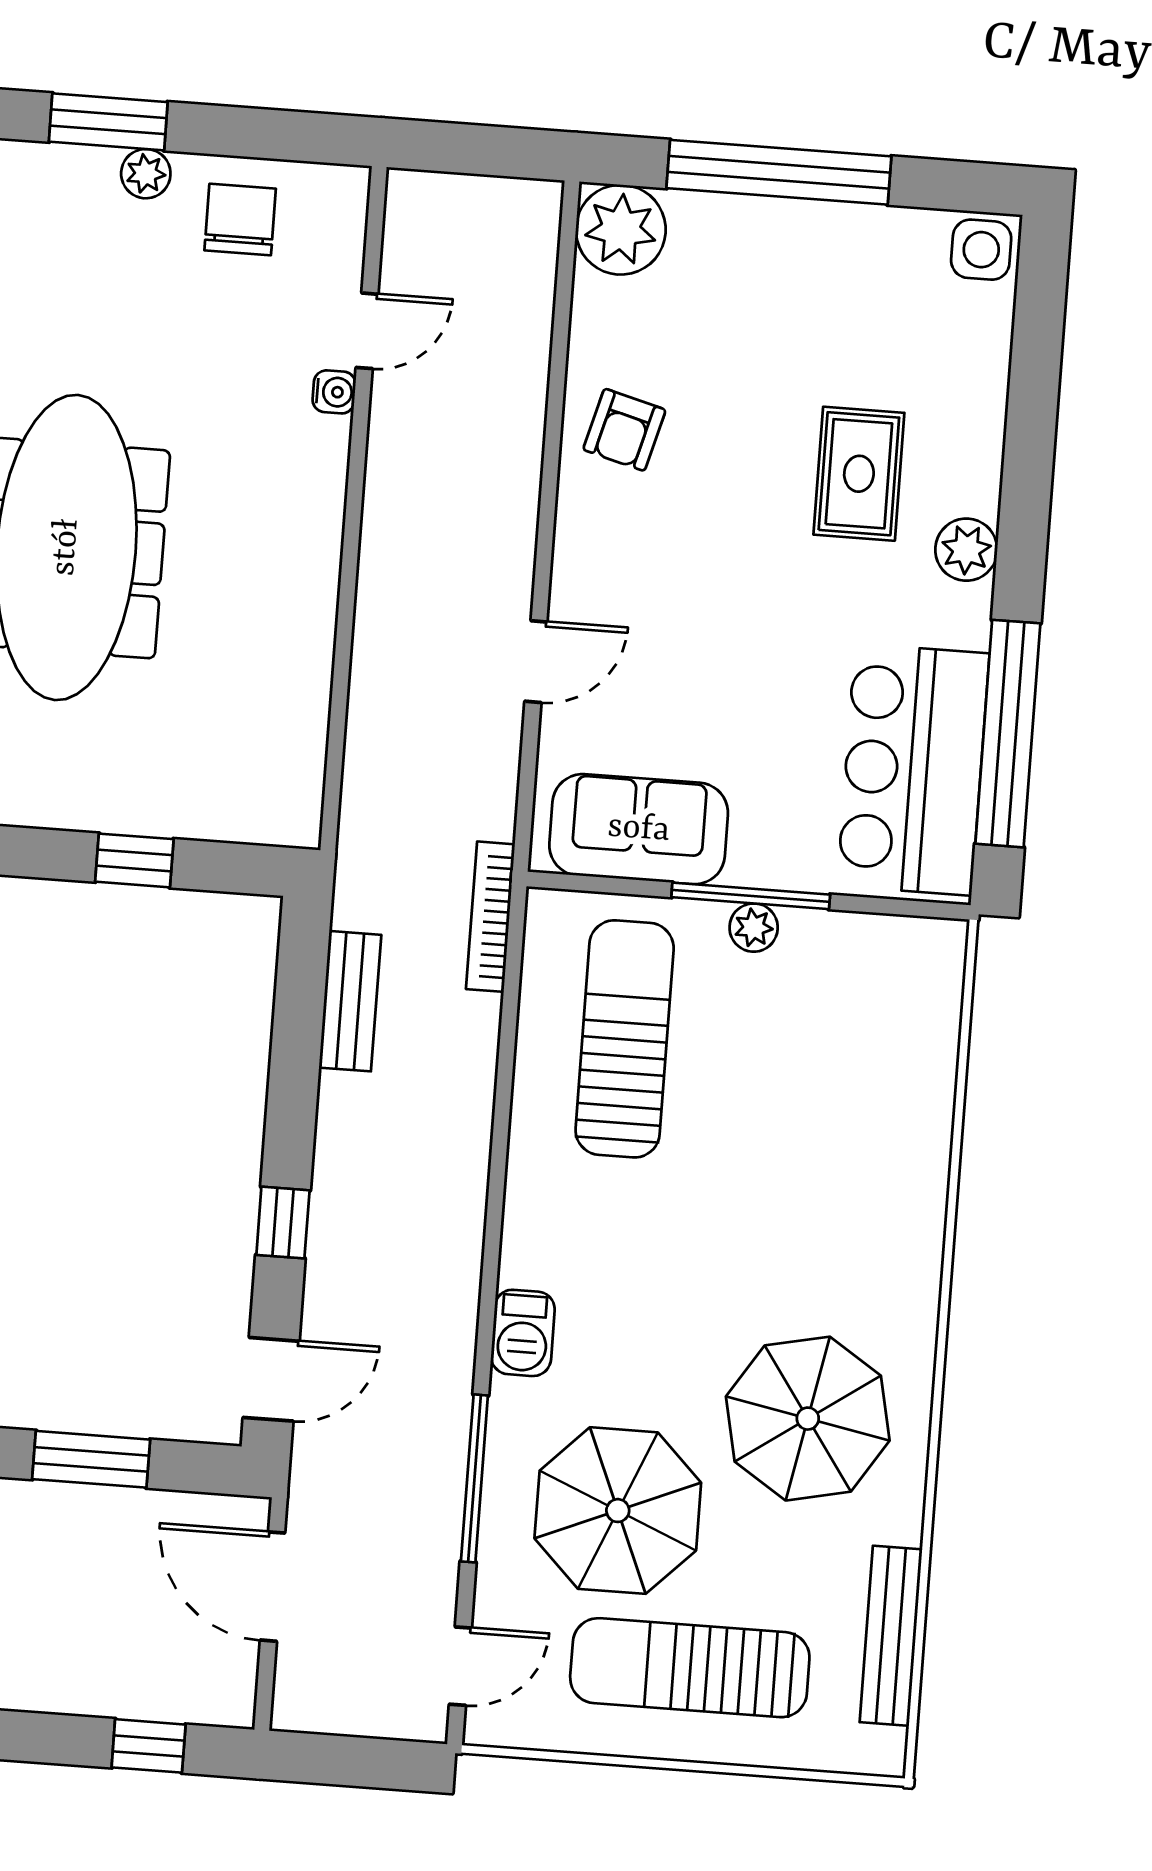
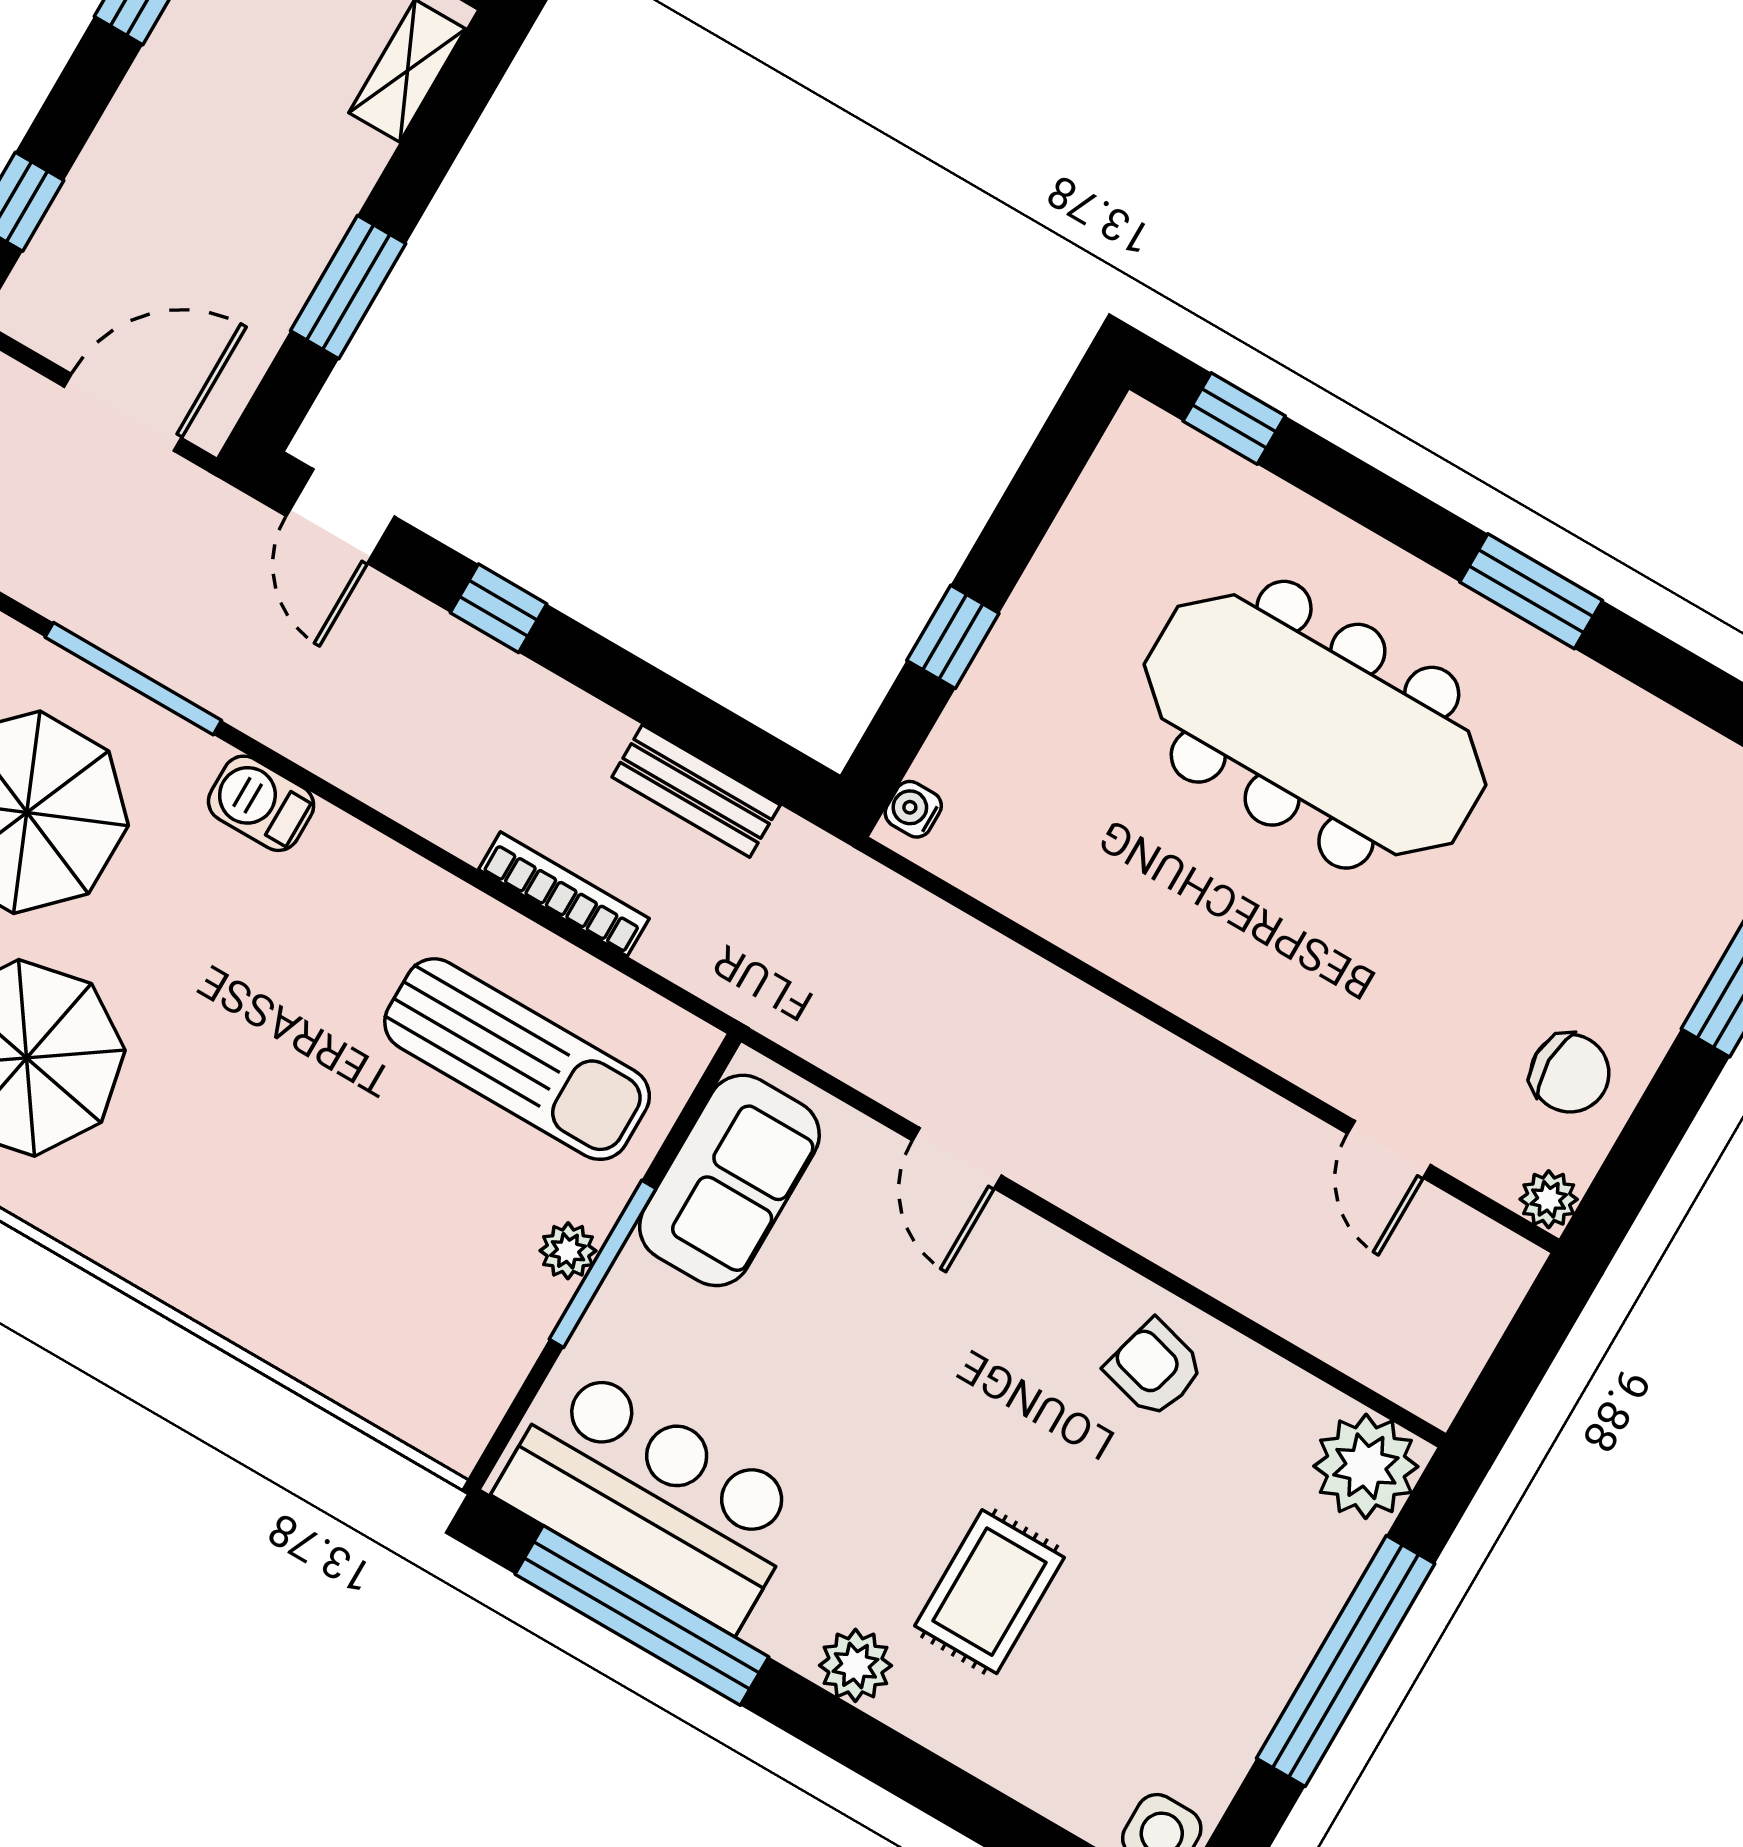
plant: (146, 174) -> (1549, 1199), moved
water cooler: (334, 392) -> (913, 809), moved, turned 90
rug: (859, 474) -> (989, 1592), turned 90
bookcase: (490, 917) -> (564, 894), moved

